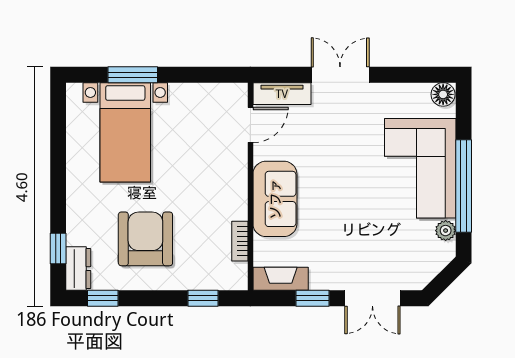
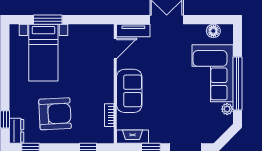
floor lamp: (443, 94) -> (213, 31), moved
armchair: (145, 239) -> (55, 114), turned 87

